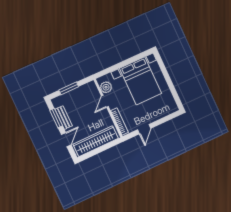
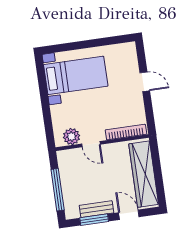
bed with nightstands: (140, 81) -> (76, 75), width x0.73
window: (69, 88) -> (58, 190), width x1.44
door: (144, 129) -> (145, 82), moved

